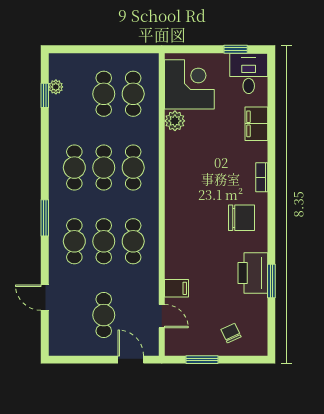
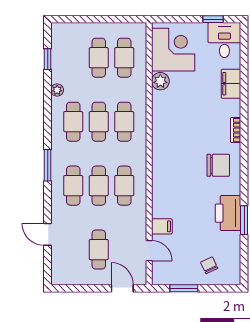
plant: (56, 87) -> (57, 90), moved

